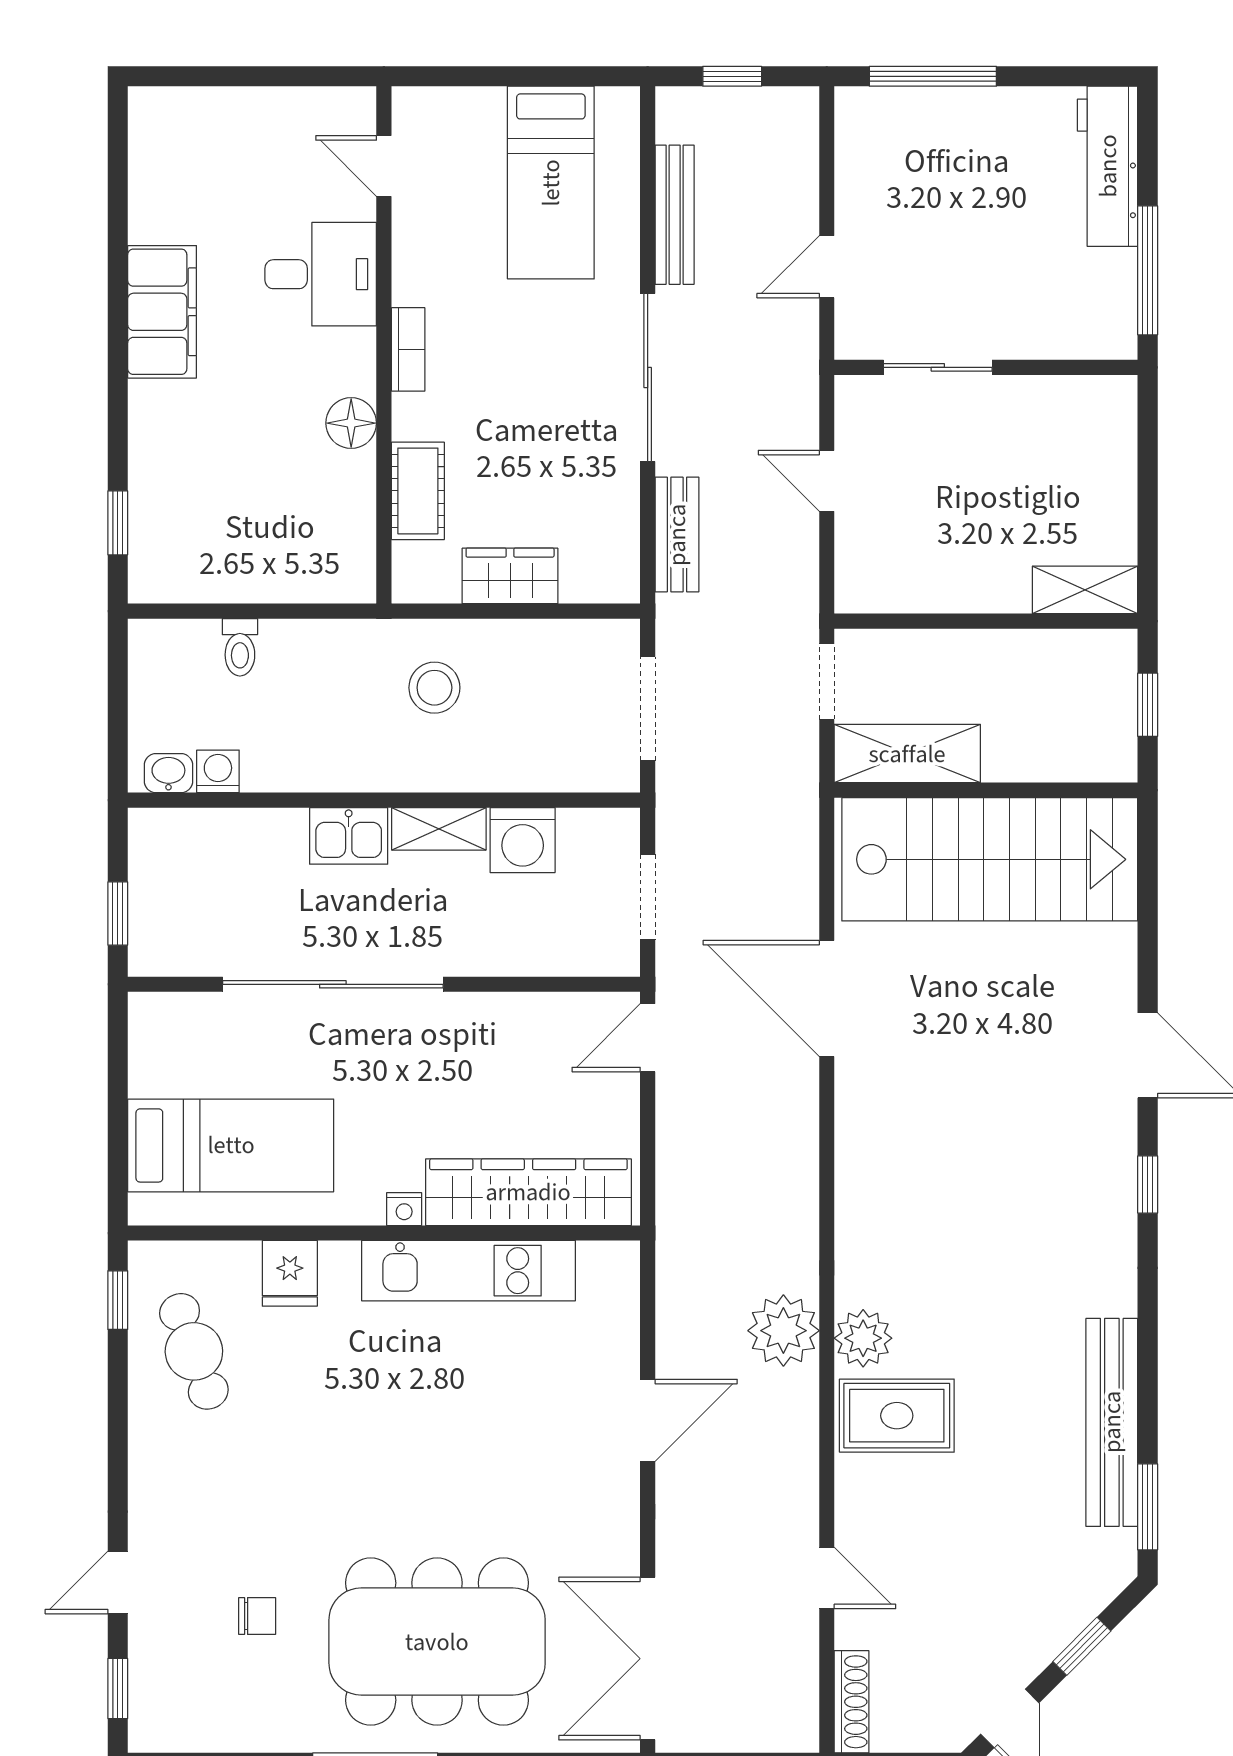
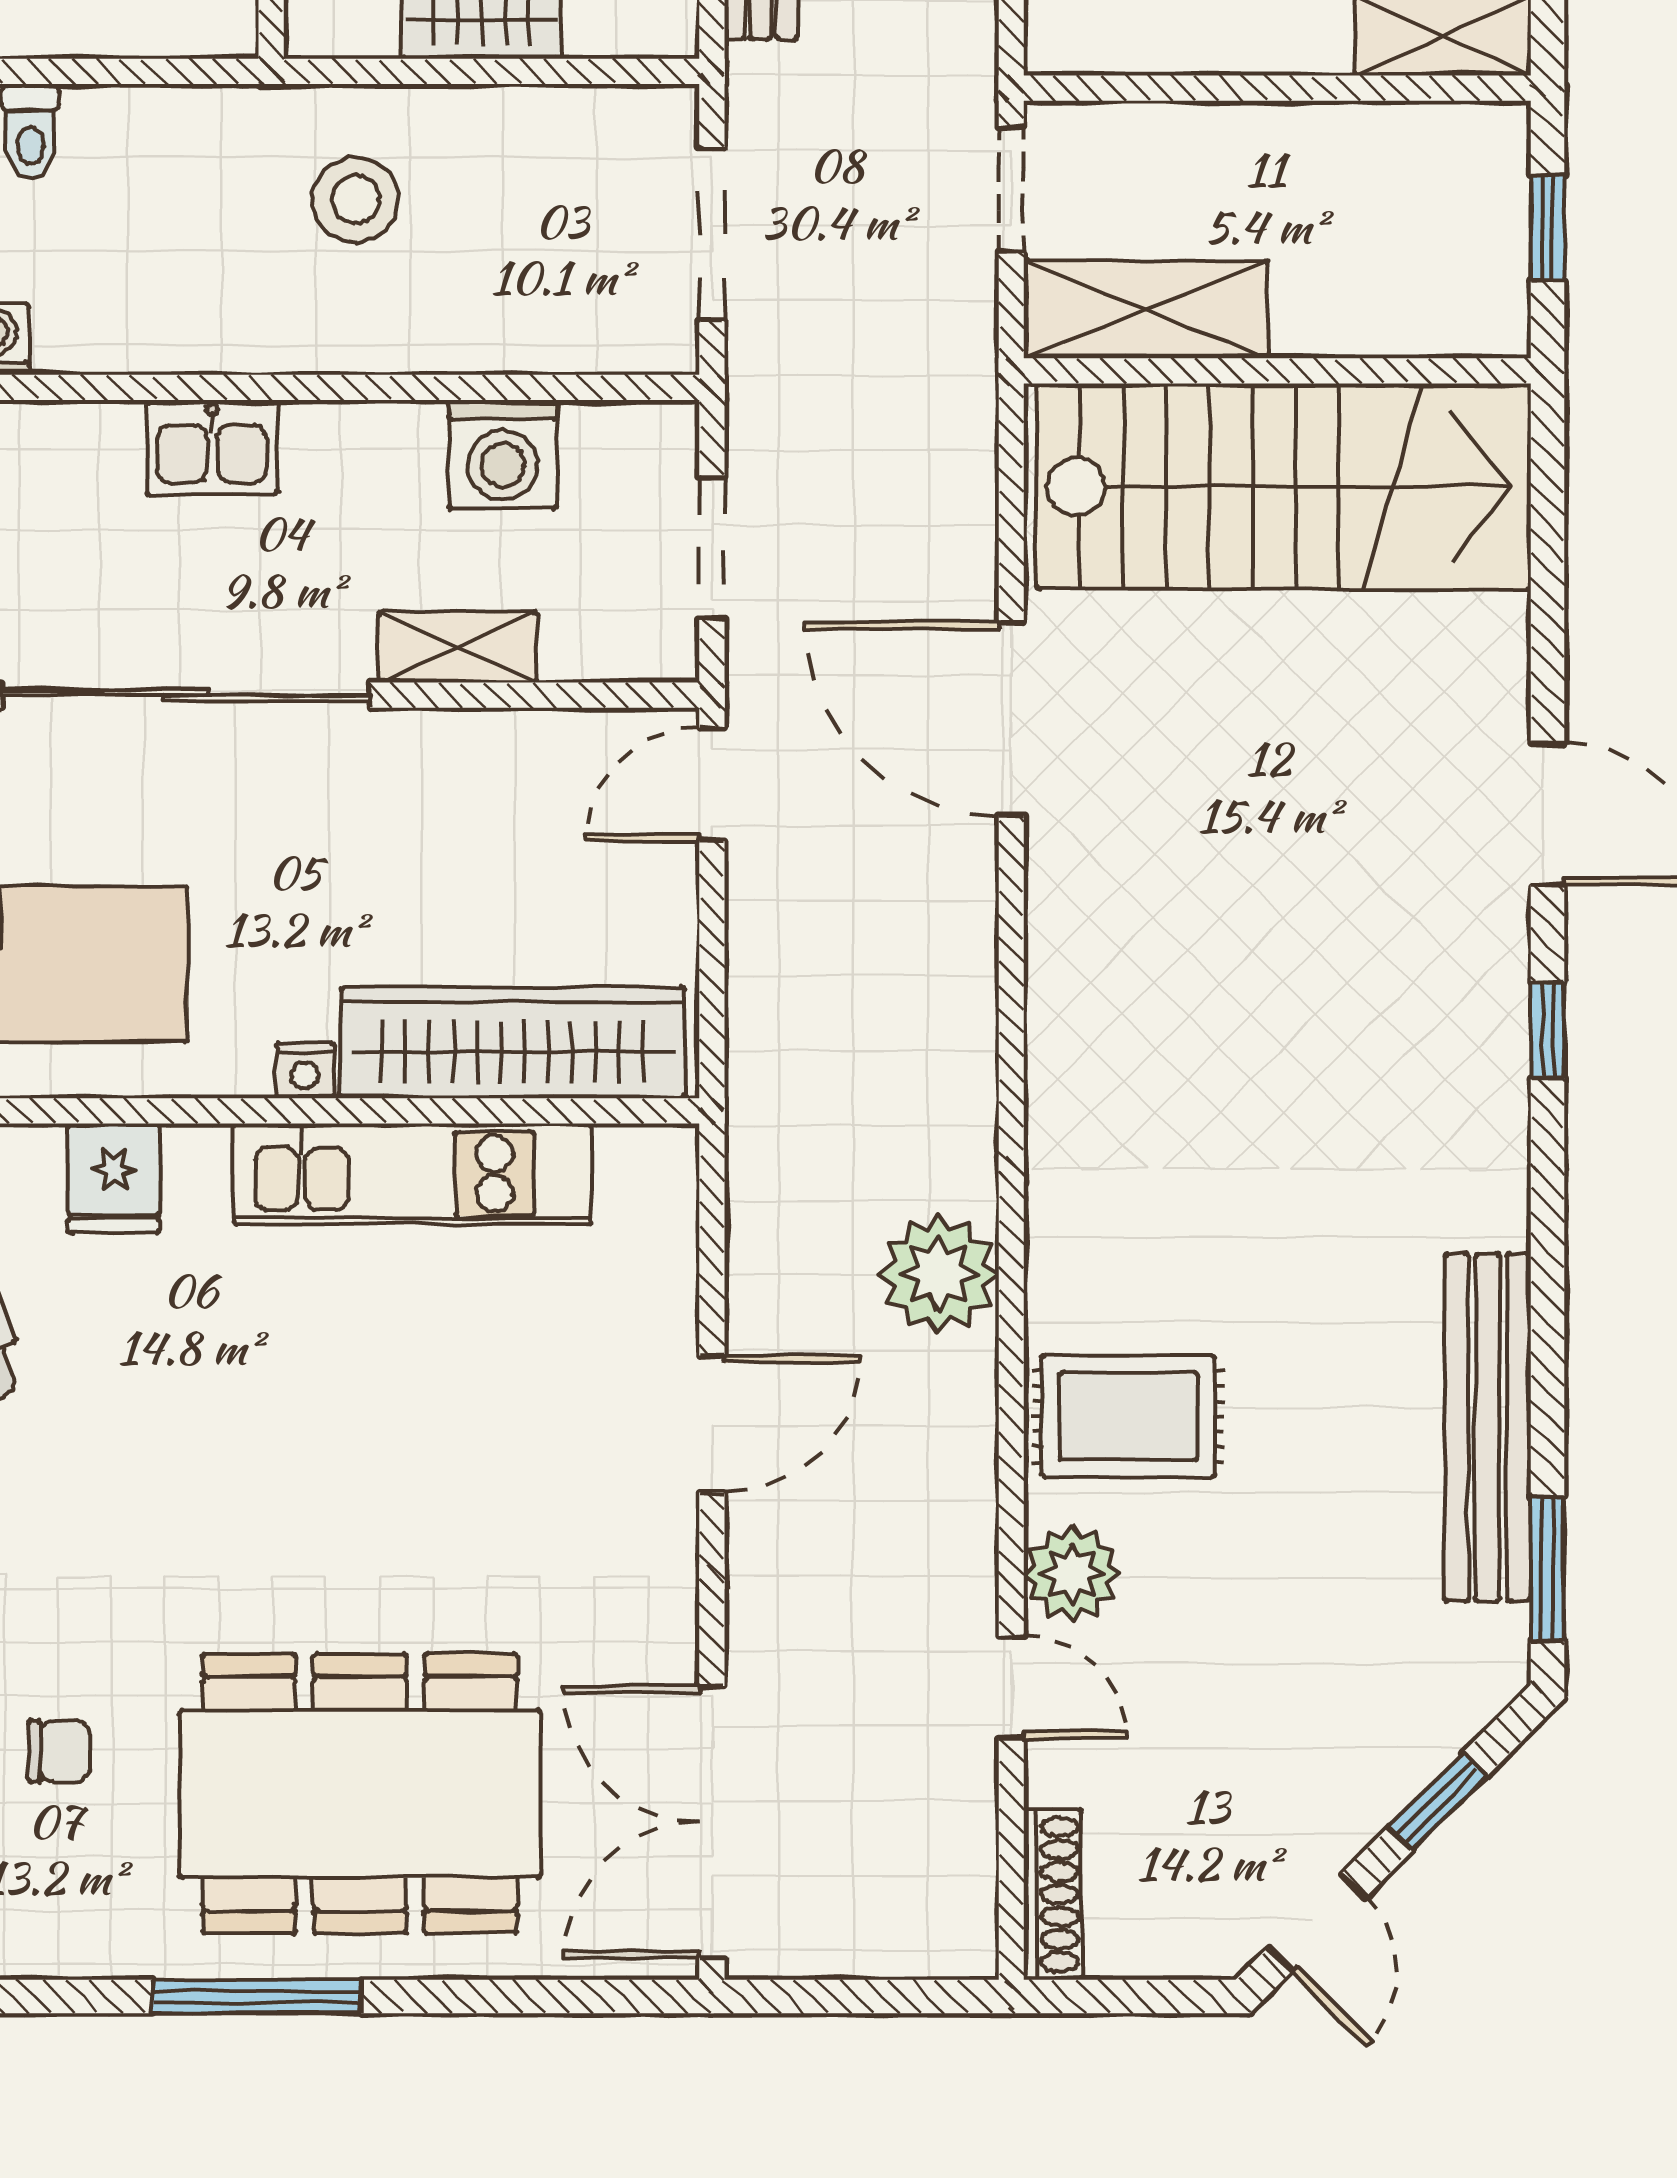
shelving: (439, 829) -> (458, 647), moved
plant: (863, 1338) -> (1072, 1574), moved

